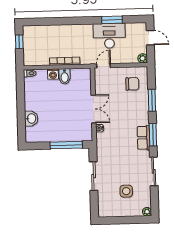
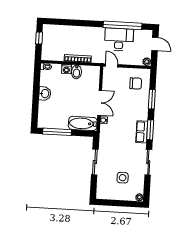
window: (112, 20) -> (122, 25), width x2.11
door: (104, 66) -> (112, 65), hinge flipped
washbasin: (31, 118) -> (45, 94), moved
bathtub: (76, 134) -> (83, 123), added
window: (66, 145) -> (57, 132), moved

